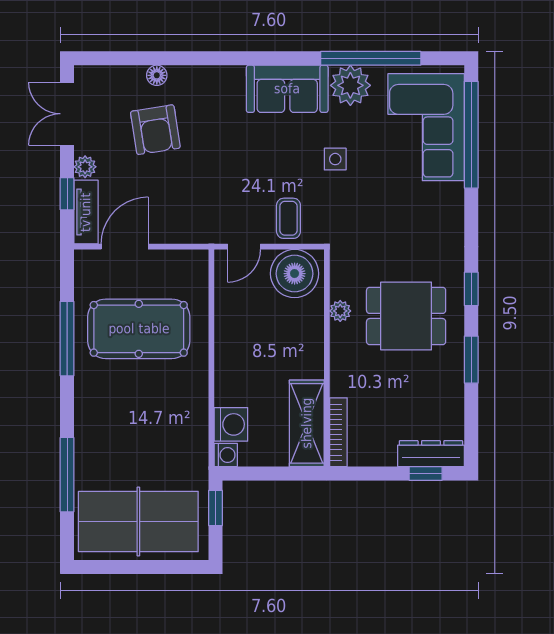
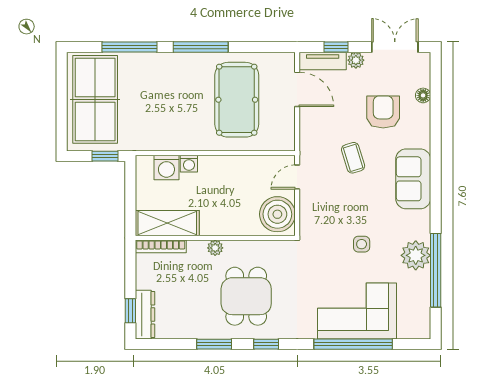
floor lamp: (157, 75) -> (423, 95), moved
sofa: (287, 89) -> (413, 179), moved
corner sofa: (426, 127) -> (357, 311), moved
armchair: (155, 130) -> (383, 112), turned 99
window: (471, 135) -> (353, 344), moved
coffee table: (288, 218) -> (353, 158), moved, turned 73
door: (244, 247) -> (297, 177), hinge flipped
plant: (340, 311) -> (215, 248), moved
window: (67, 339) -> (201, 47), moved
washing machine: (226, 455) -> (189, 164), moved

